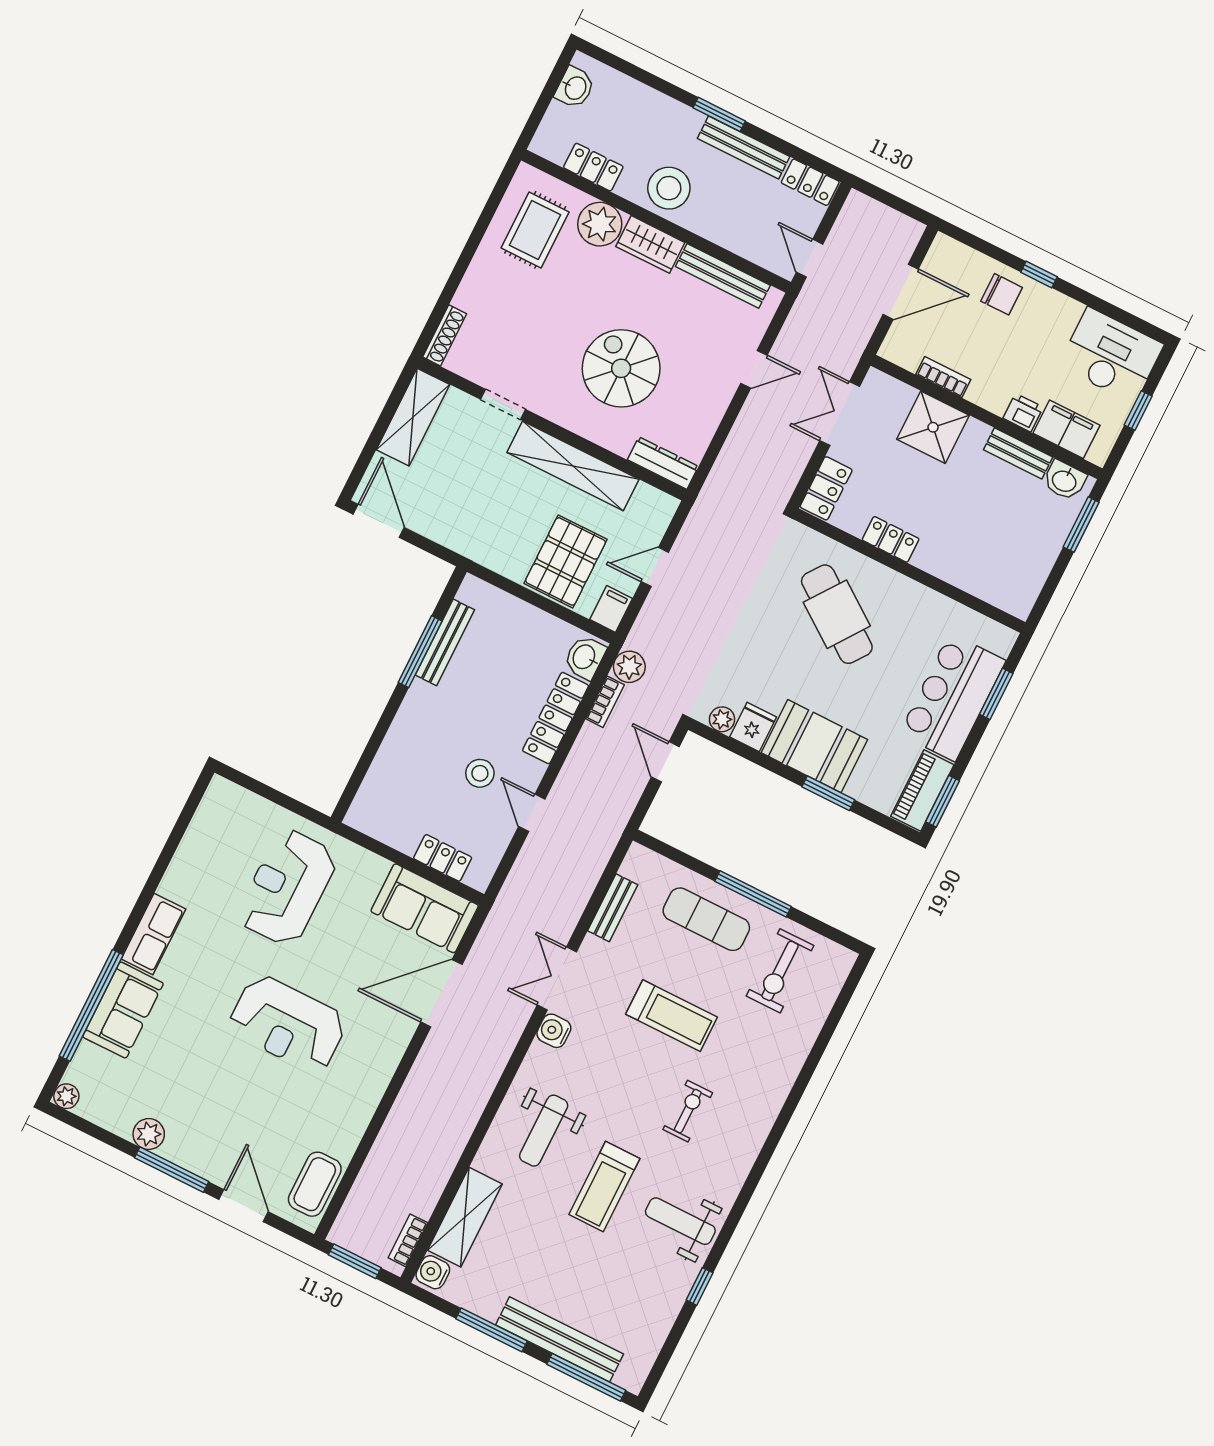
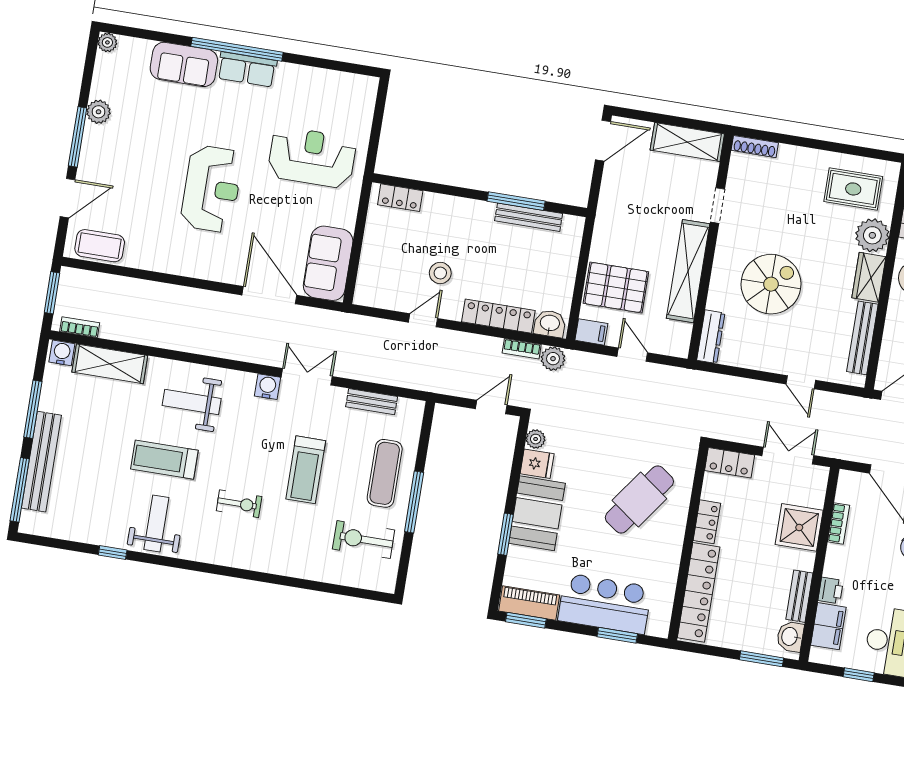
locker: (975, 577) -> (699, 592), added
locker: (443, 858) -> (400, 198), moved, turned 90
window: (91, 1005) -> (237, 49), moved
reception desk: (288, 1024) -> (212, 189), turned 180

